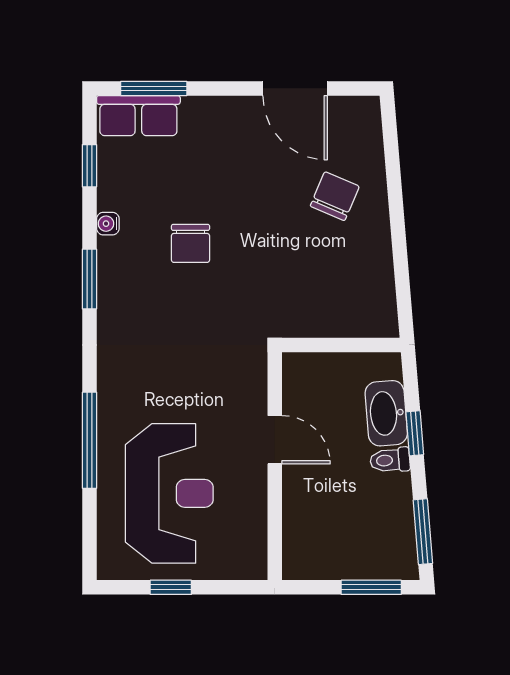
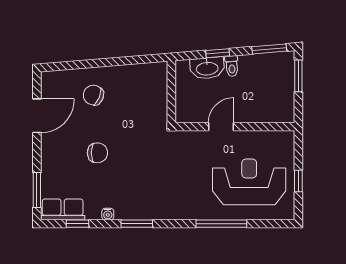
row of seats: (138, 116) -> (63, 209), moved, turned -90
chair: (190, 243) -> (97, 153), moved

